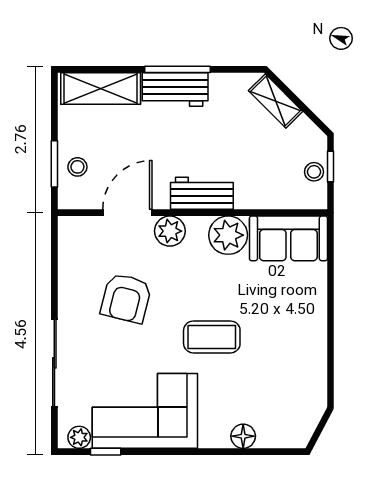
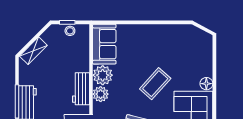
plant: (170, 231) -> (101, 94), moved
coffee table: (212, 337) -> (155, 84), turned 42
floor lamp: (243, 436) -> (206, 84), moved

